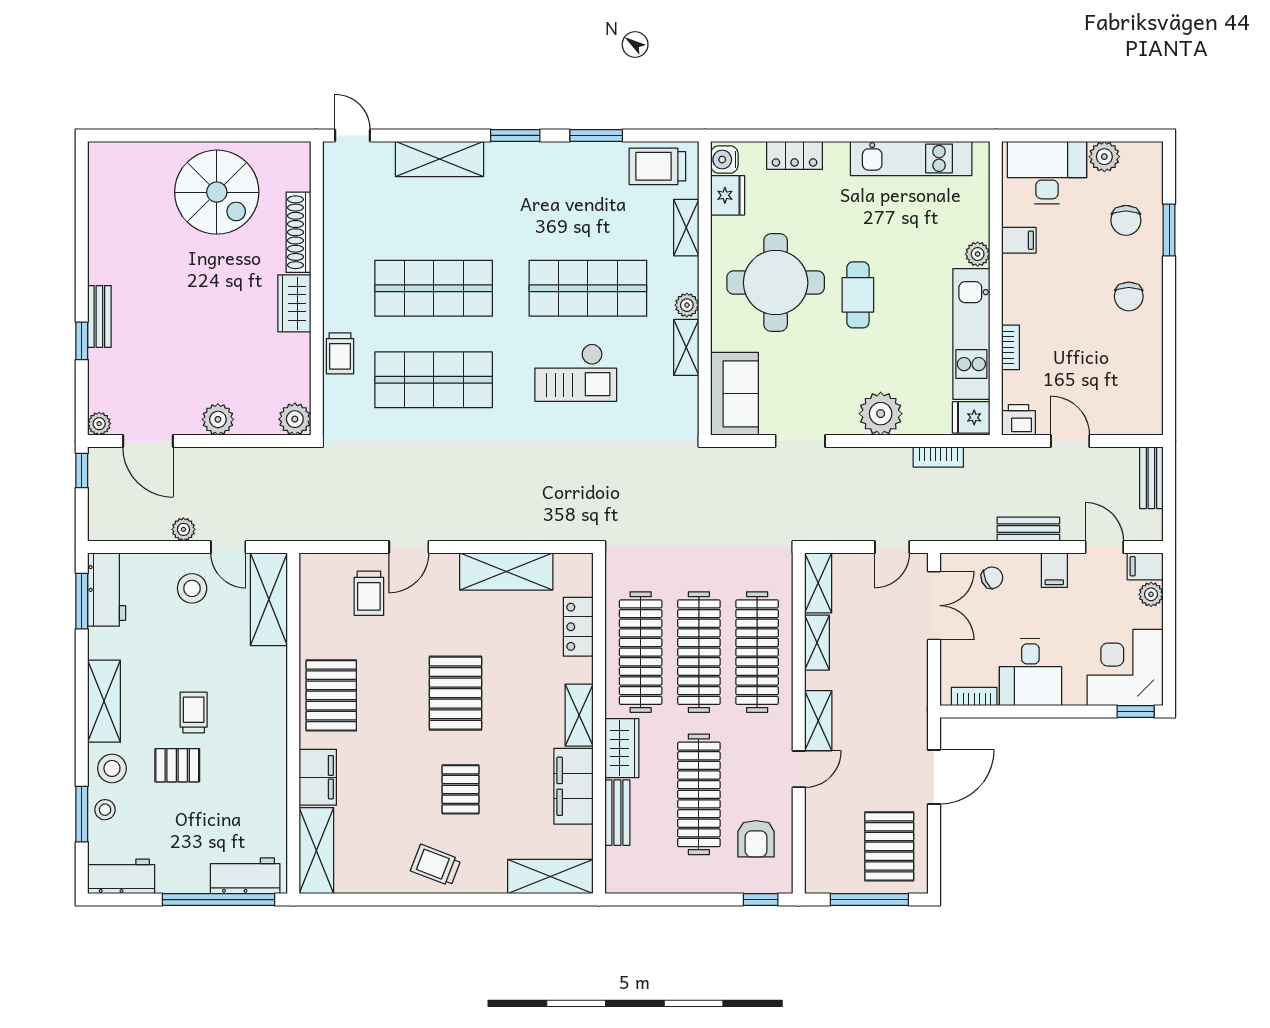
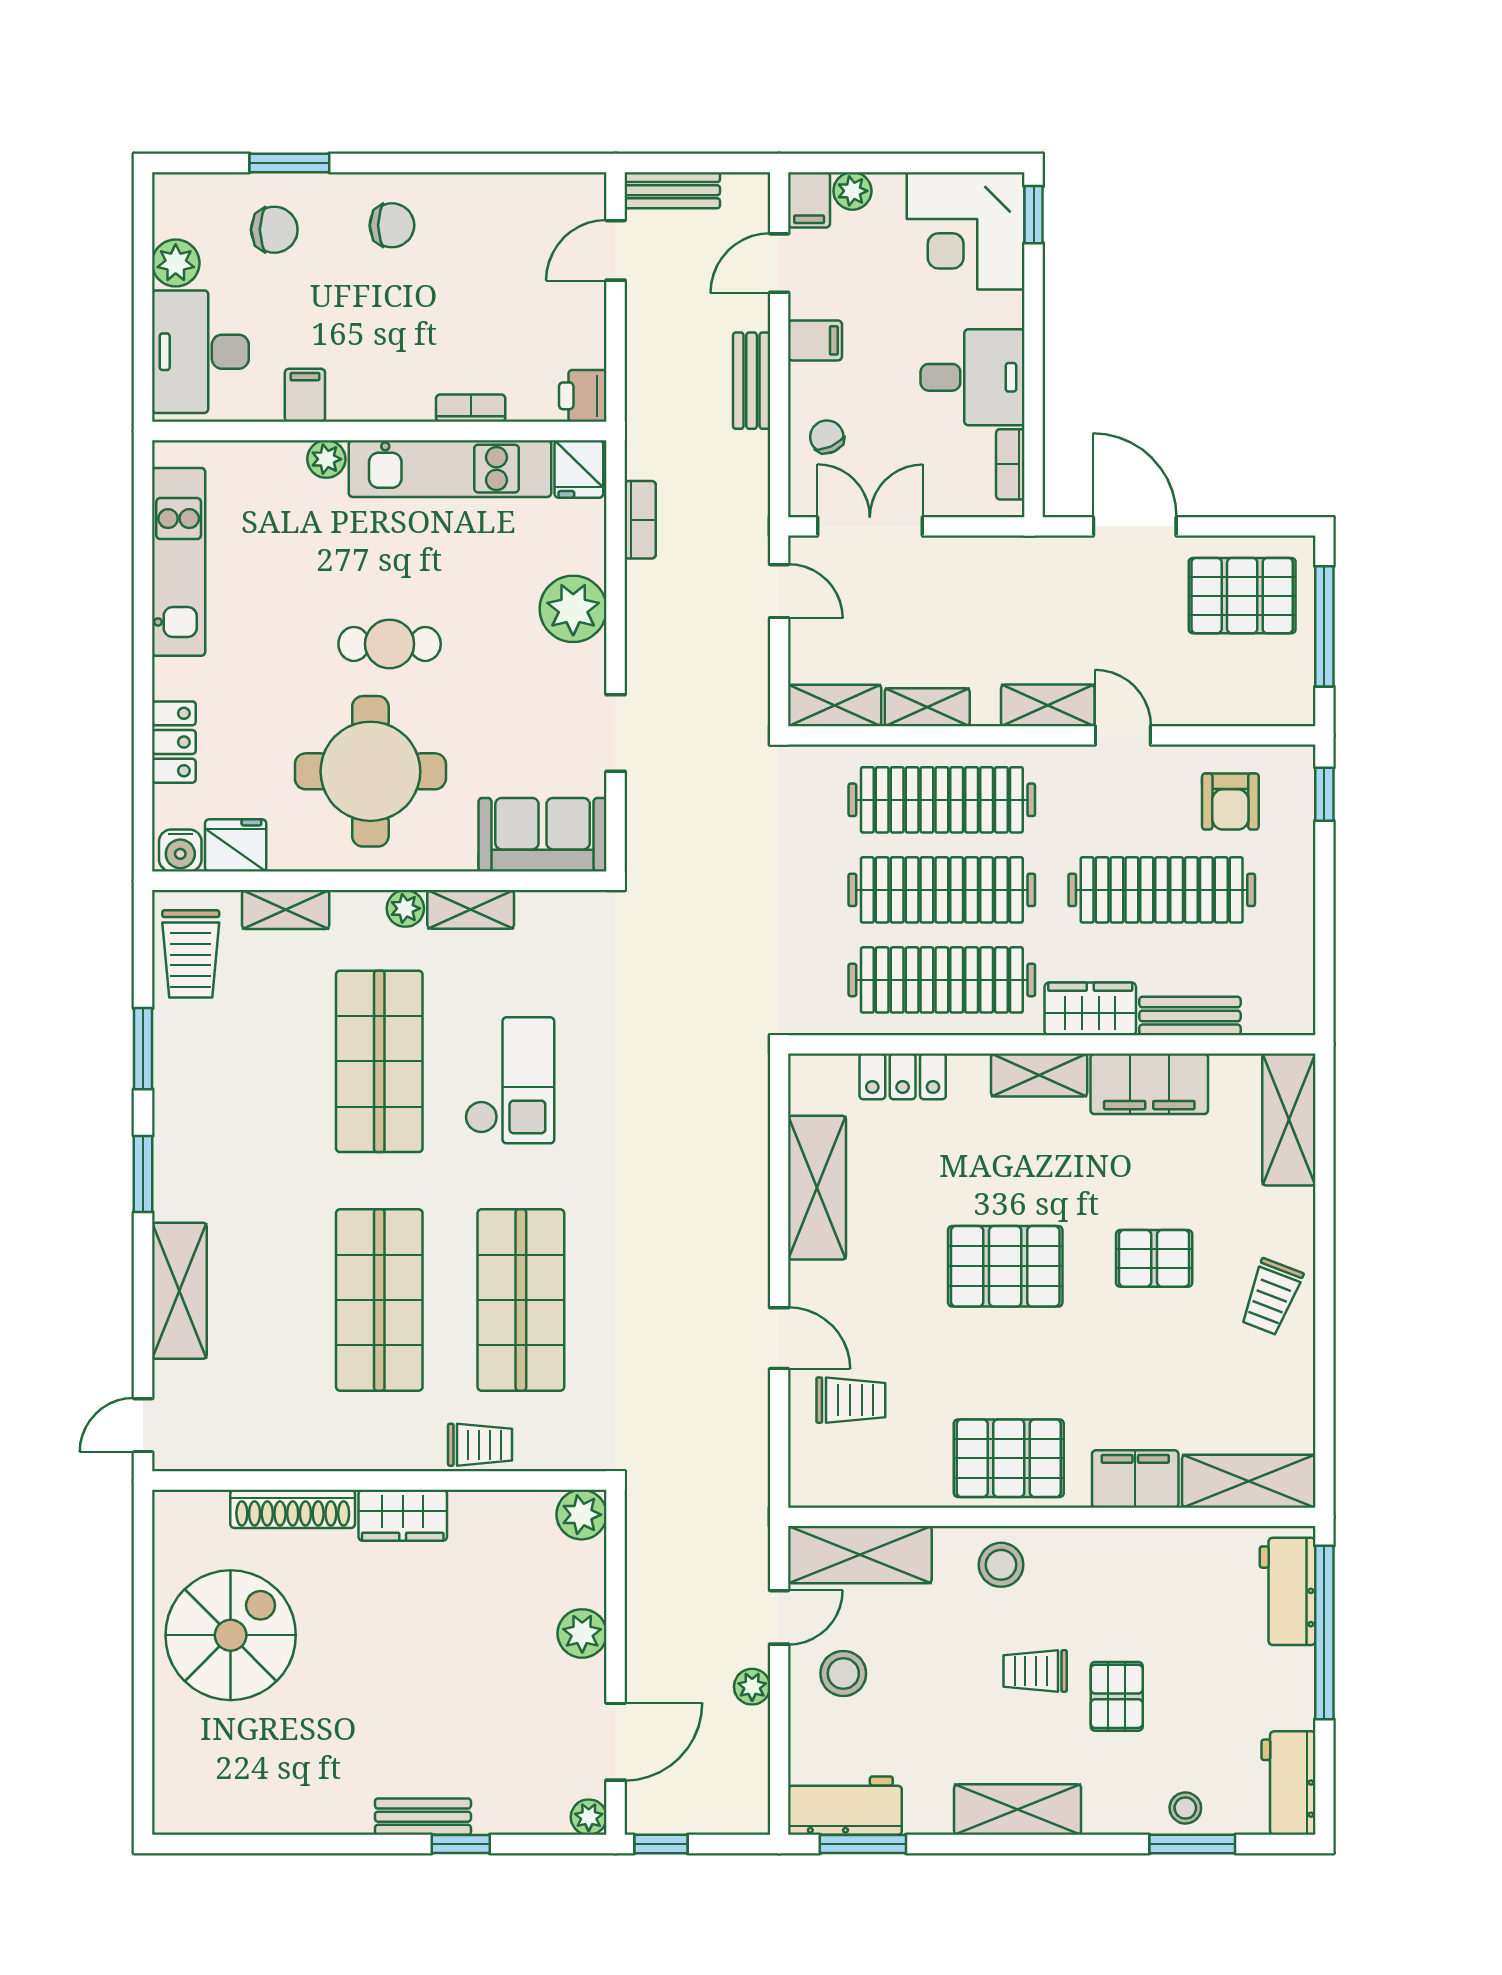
door: (1070, 441) -> (616, 250), moved
stool: (112, 768) -> (1001, 1565), moved
armchair: (756, 839) -> (1230, 802), turned 90

